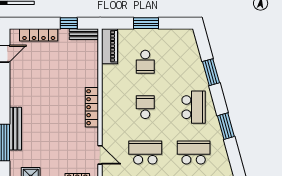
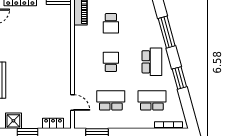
window: (211, 72) -> (167, 32), width x1.44
locker: (92, 107) -> (65, 62), removed

